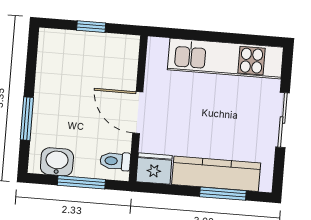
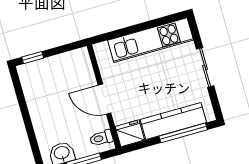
window: (91, 27) -> (33, 58), moved
window: (27, 119) -> (30, 131), removed
window: (223, 194) -> (183, 133), width x1.44

